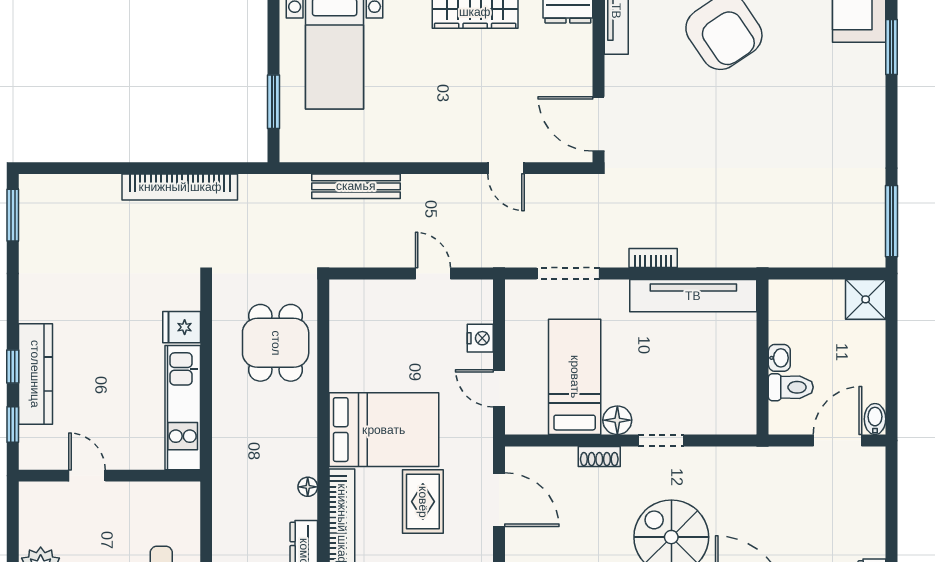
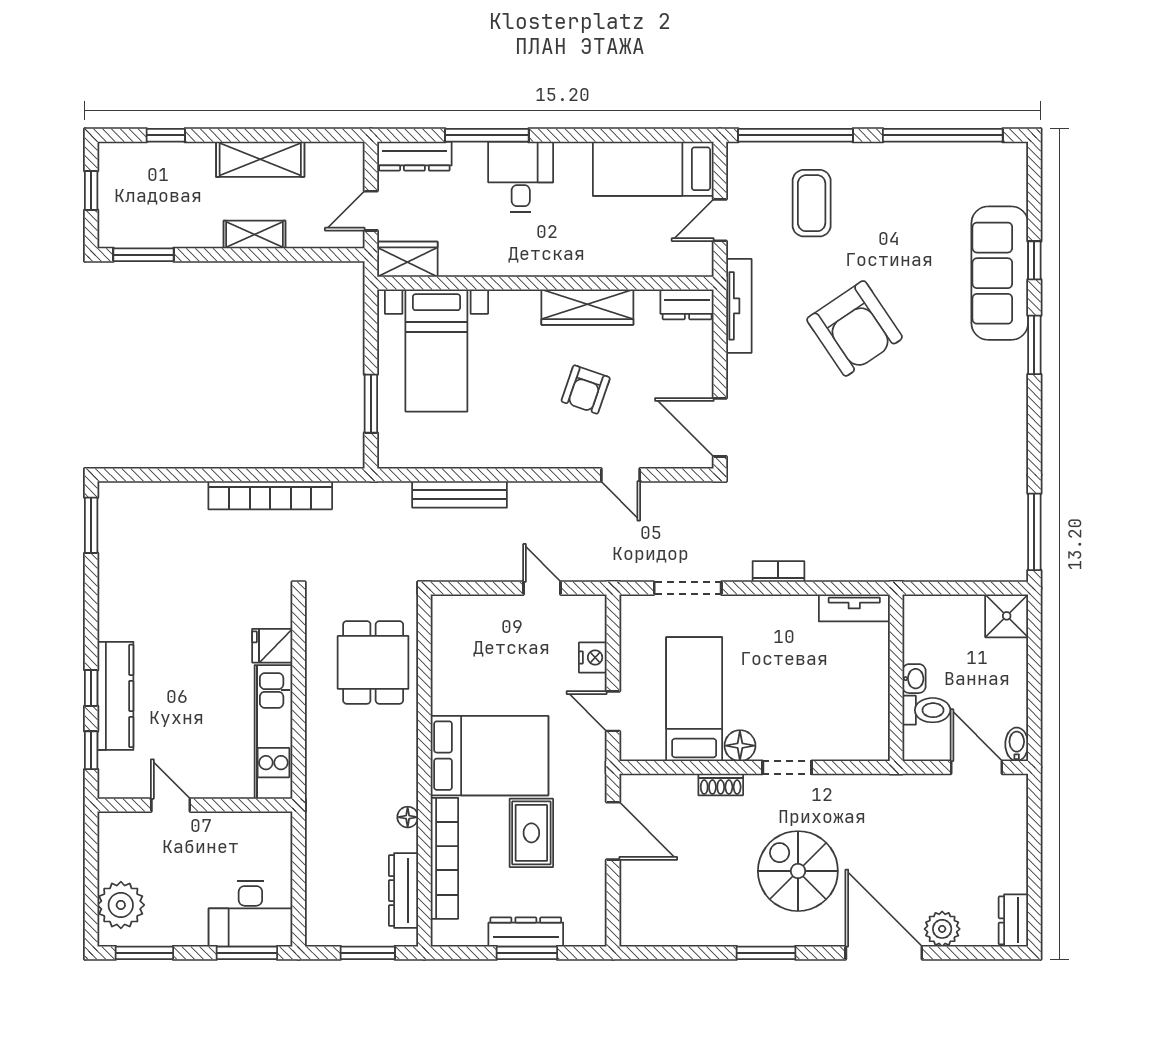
armchair: (473, 89) -> (586, 389), added
tv unit: (693, 296) -> (854, 608), width x0.52, depth x0.78
door: (837, 440) -> (976, 767), hinge flipped

